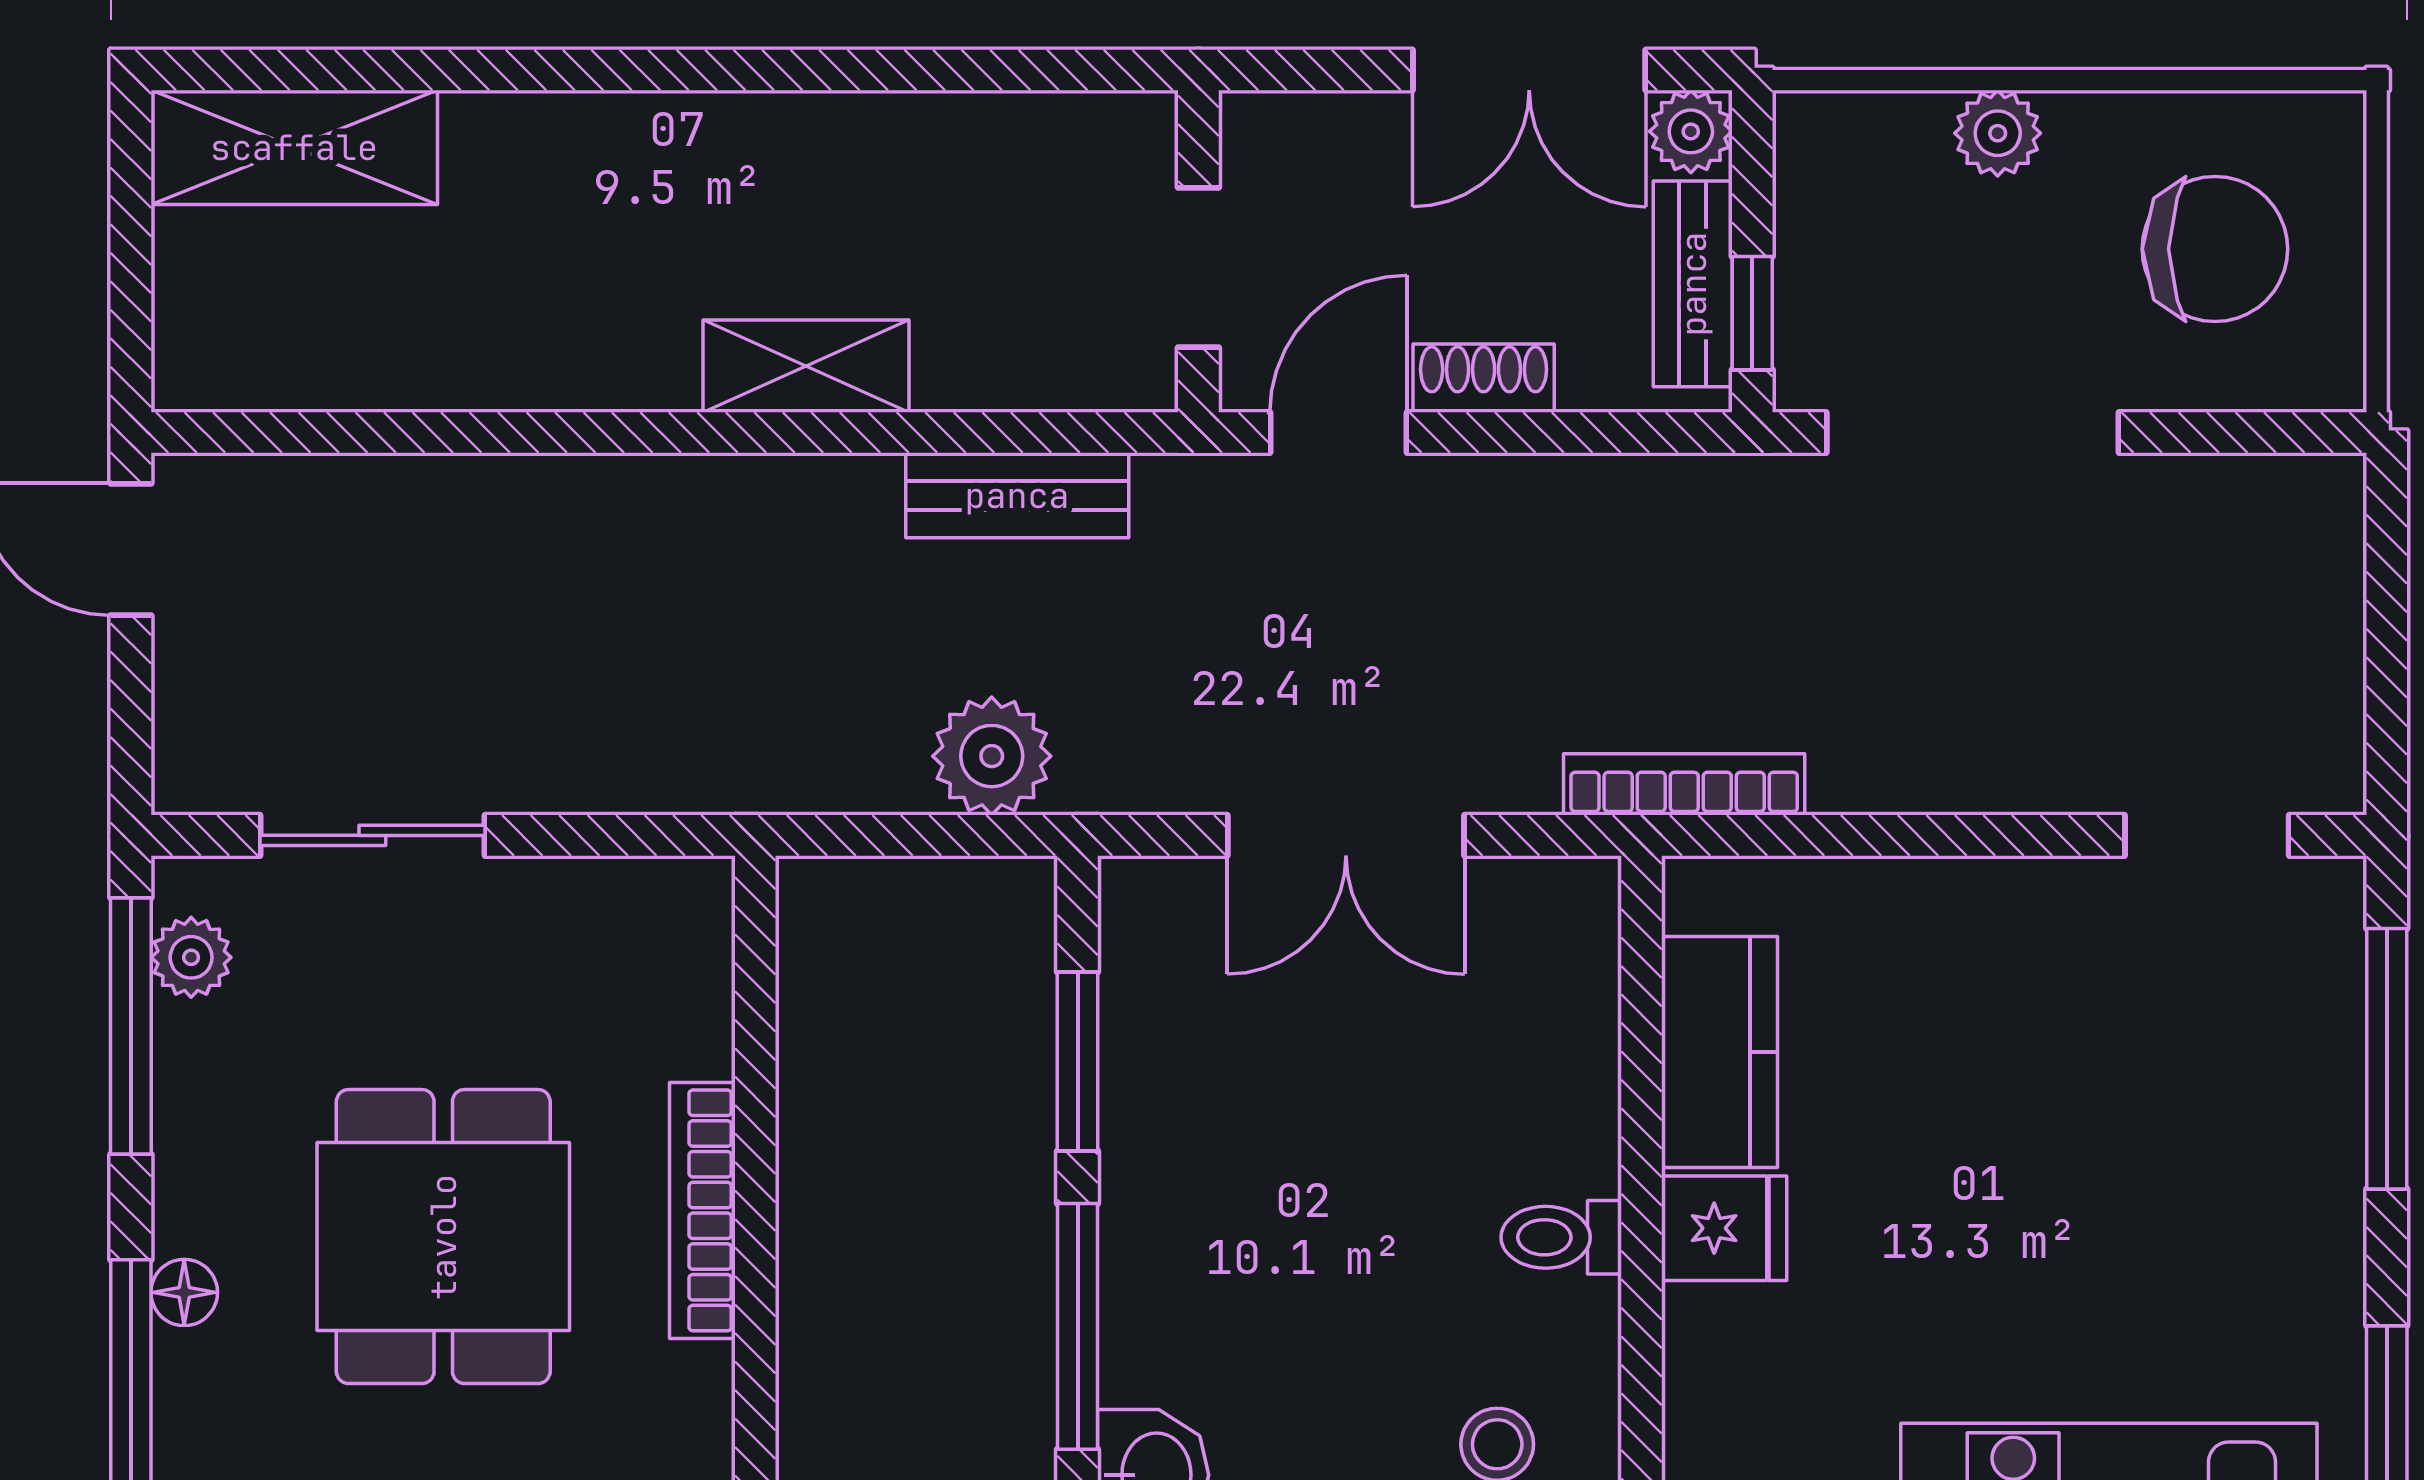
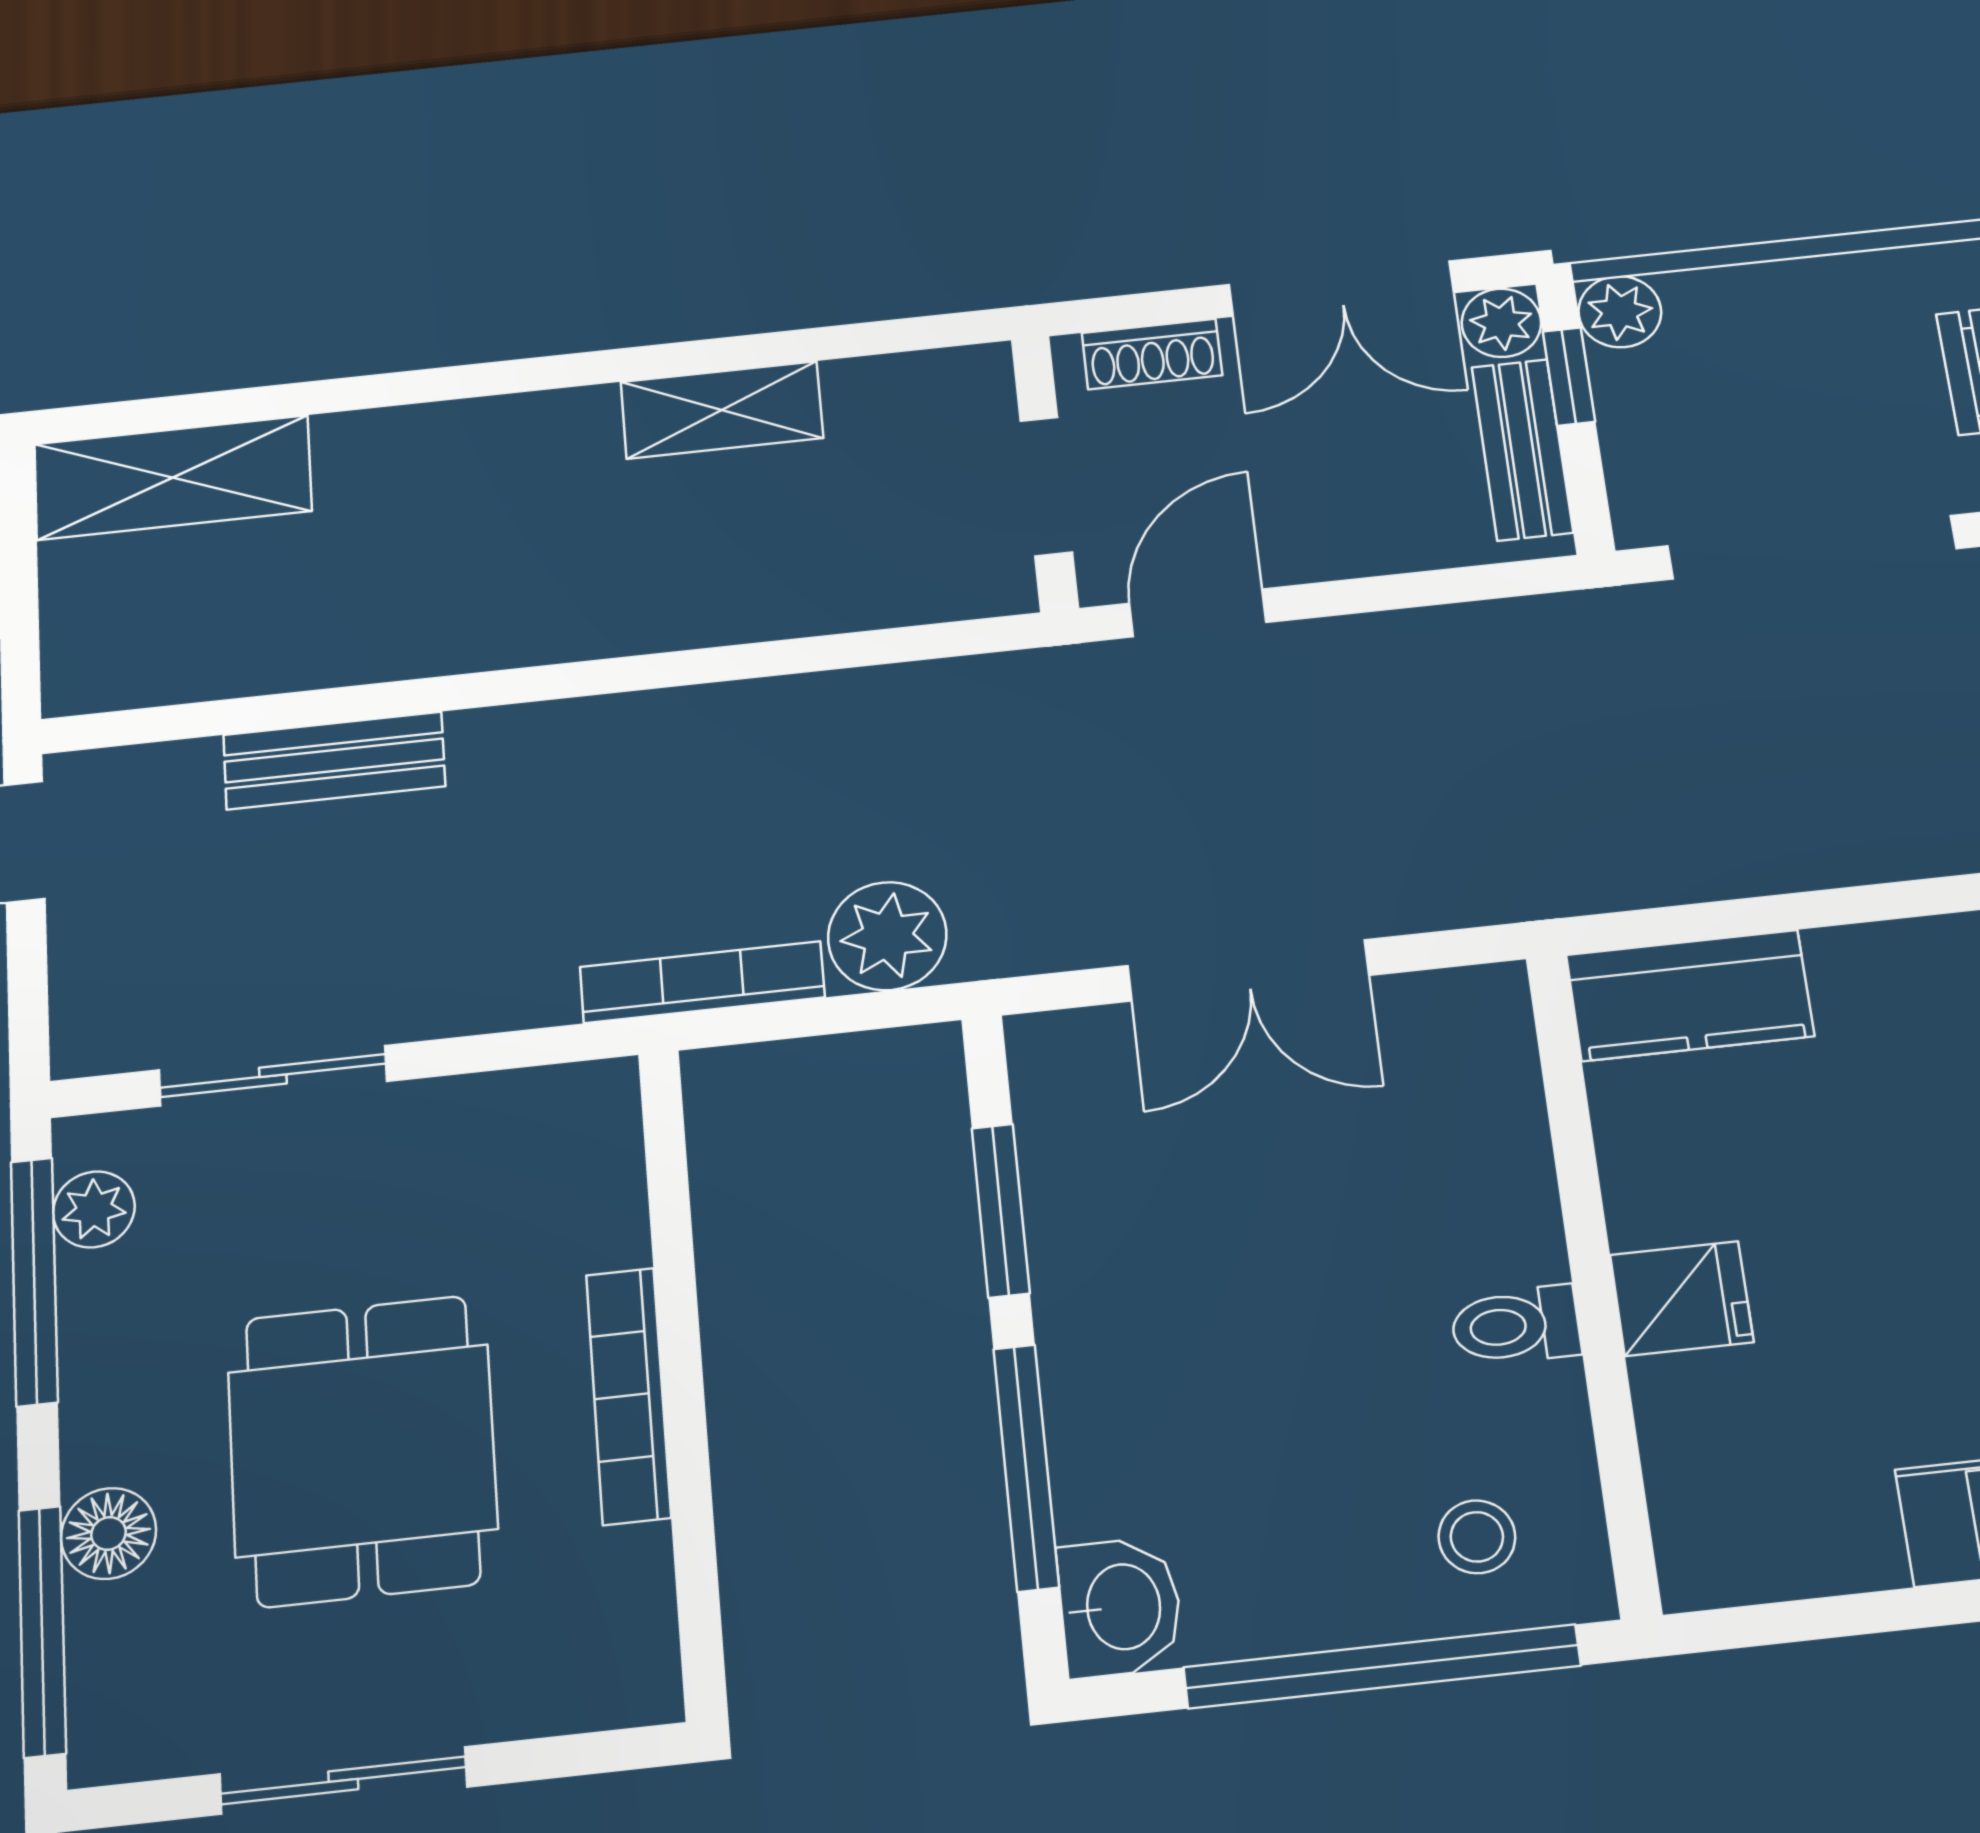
plant: (1998, 133) -> (1620, 312), moved
window: (1752, 313) -> (1569, 377), moved
shelving: (806, 366) -> (722, 410), moved
shoe rack: (1484, 378) -> (1152, 354), moved, turned 180
bench: (1017, 495) -> (334, 760), moved
bookcase: (1684, 784) -> (702, 982), moved
kitchen counter: (1719, 1052) -> (1690, 995), moved, turned 90
floor lamp: (184, 1292) -> (109, 1533), width x1.37, depth x1.37

